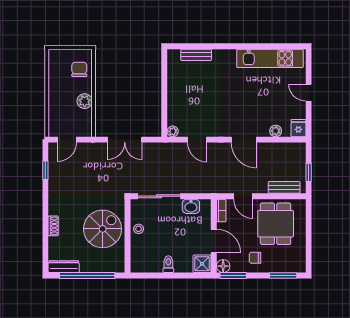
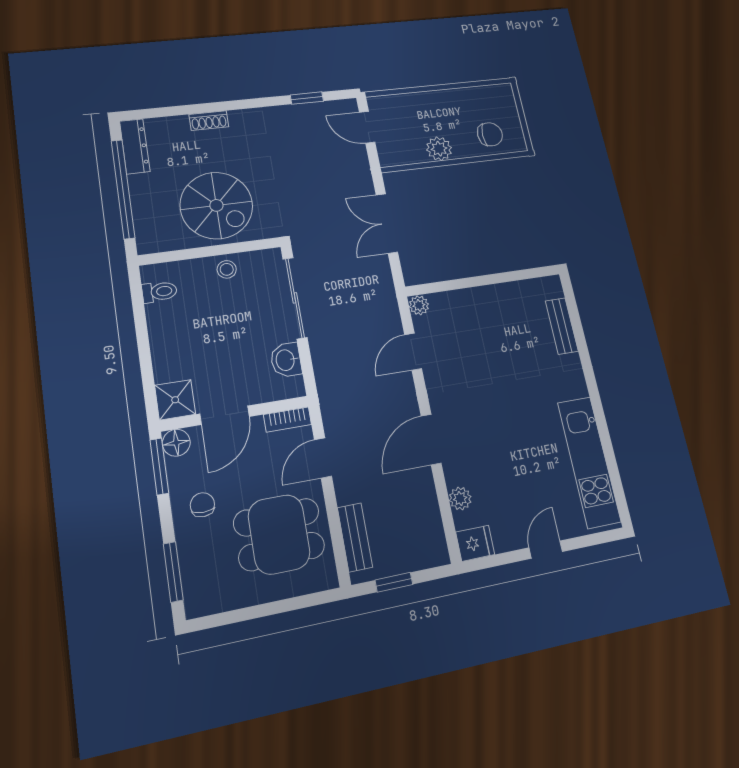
toilet: (168, 264) -> (159, 292), moved

